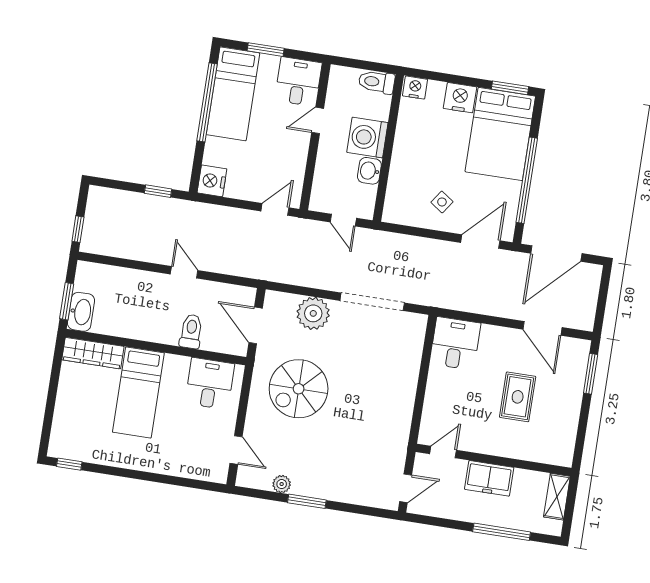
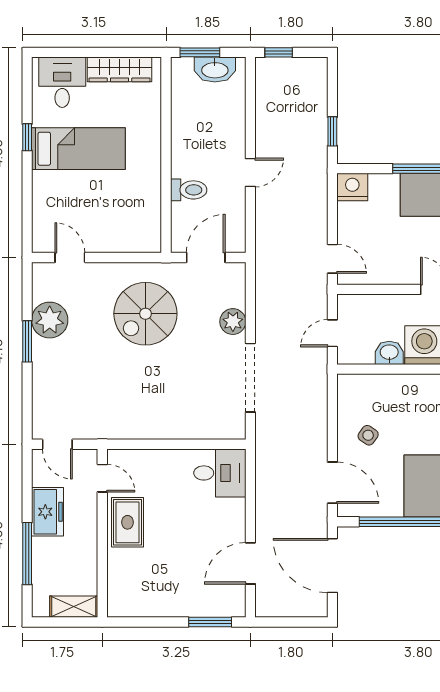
washbasin: (81, 312) -> (215, 70), moved
plant: (313, 313) -> (233, 322), width x0.73, depth x0.73
wardrobe: (93, 353) -> (120, 69), moved, turned -90
desk: (210, 384) -> (62, 82), moved, turned -90
spiral stairs: (299, 389) -> (145, 314), turned -90
bed: (138, 392) -> (78, 149), moved, turned 180
rug: (518, 397) -> (127, 522), moved, turned 90
door: (236, 450) -> (70, 257), swing flipped
window: (69, 464) -> (27, 137), moved
freezer: (489, 478) -> (47, 512), moved, turned 180
plant: (282, 484) -> (50, 320), width x1.88, depth x1.88

